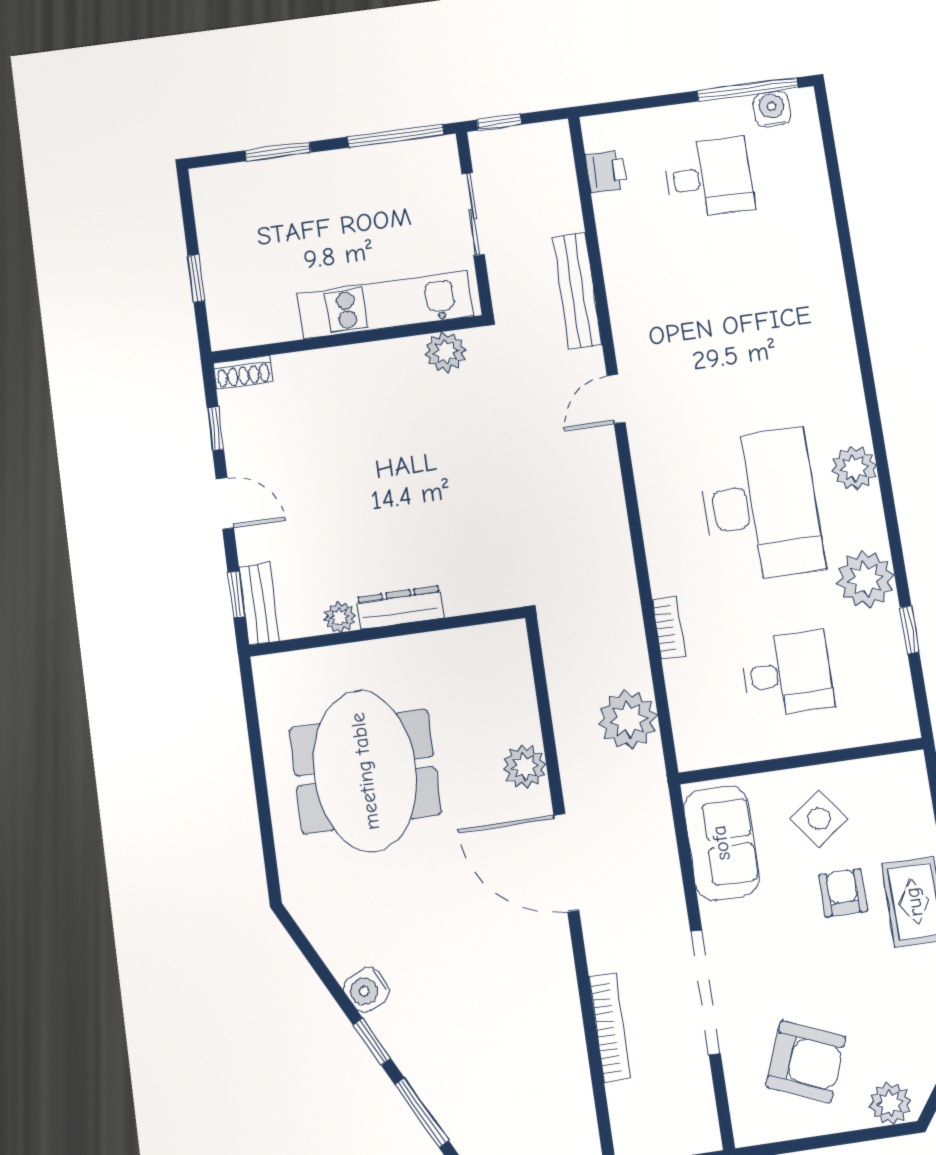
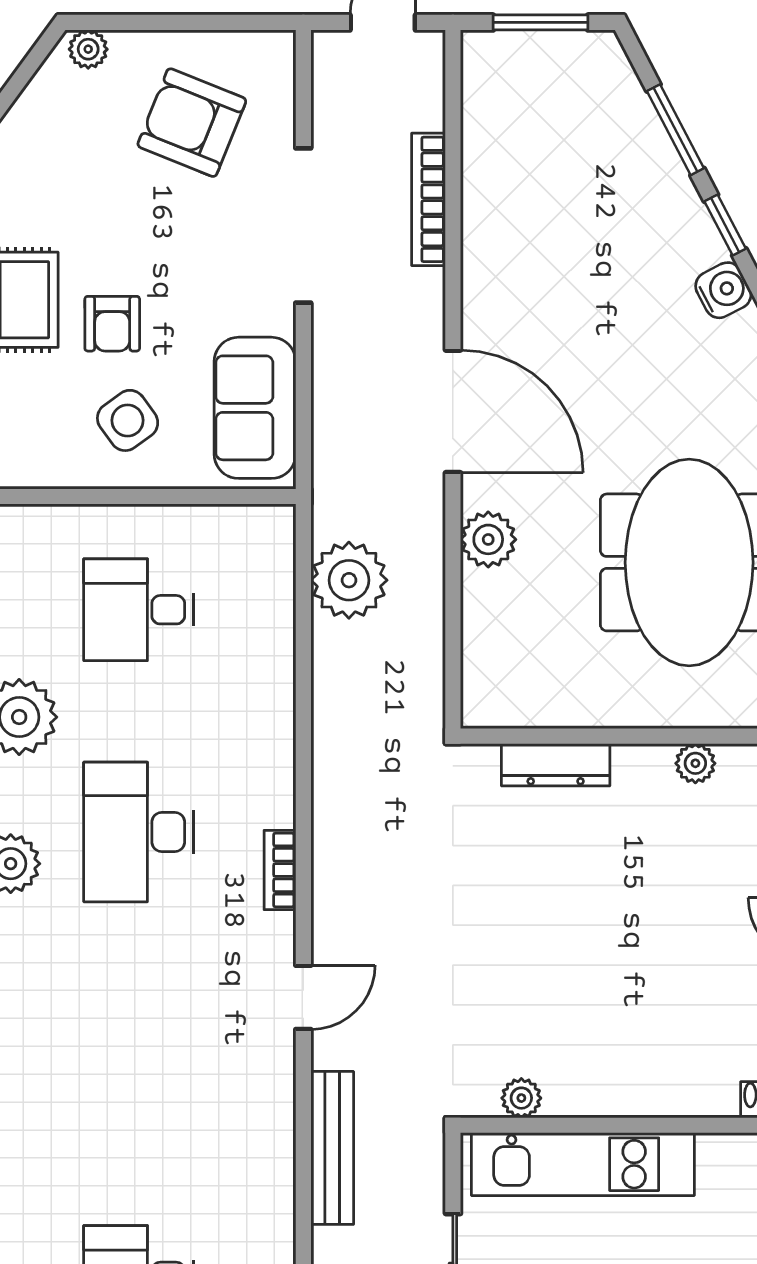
plant: (446, 352) -> (521, 1098), width x0.73, depth x0.73
desk: (761, 505) -> (139, 832), width x0.73, depth x0.77
dresser: (400, 608) -> (556, 765), moved
bookcase: (669, 628) -> (280, 870), moved
plant: (890, 1103) -> (88, 49), width x0.73, depth x0.73

